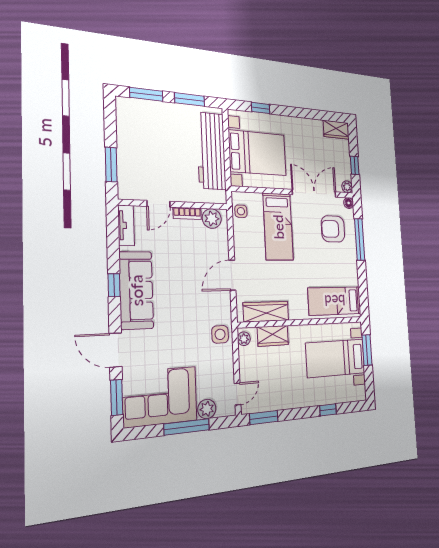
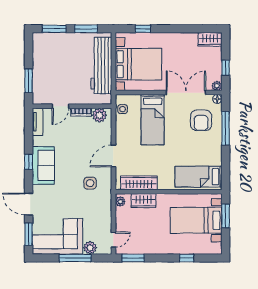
armchair: (333, 229) -> (201, 120), turned -90
sofa: (136, 290) -> (43, 165), width x0.73
side table: (220, 334) -> (90, 183), moved

